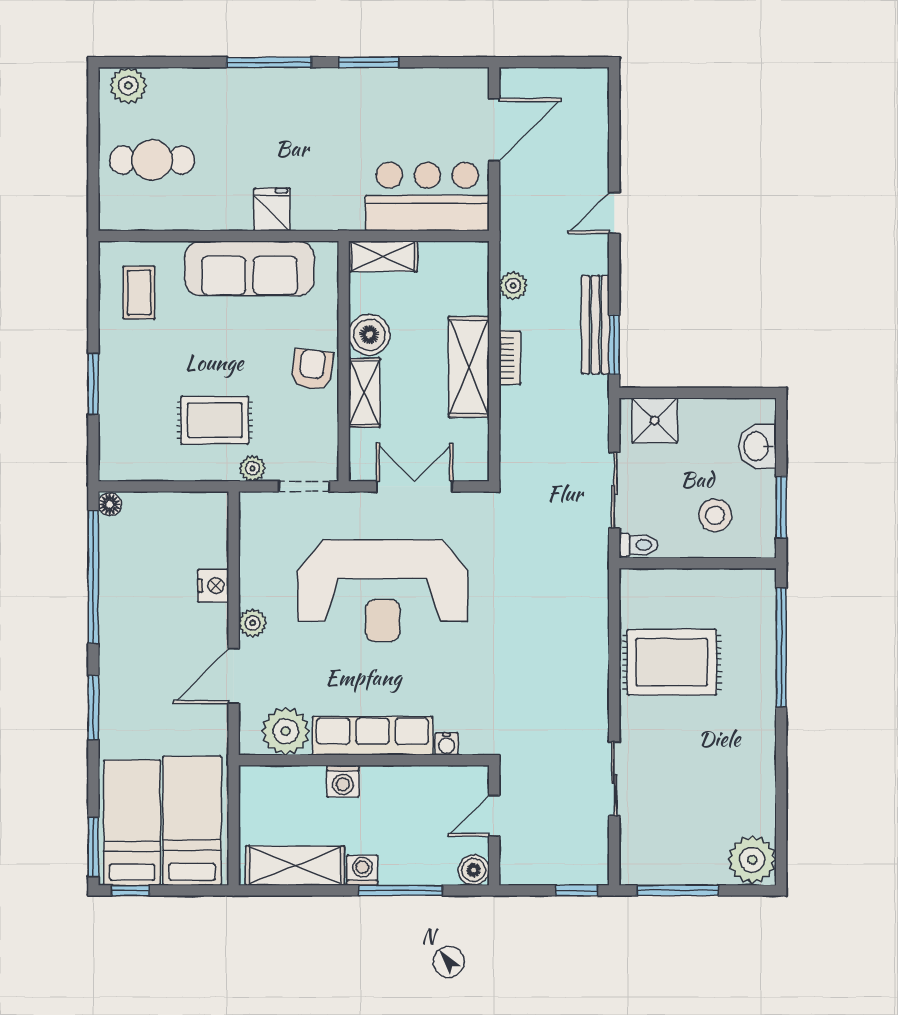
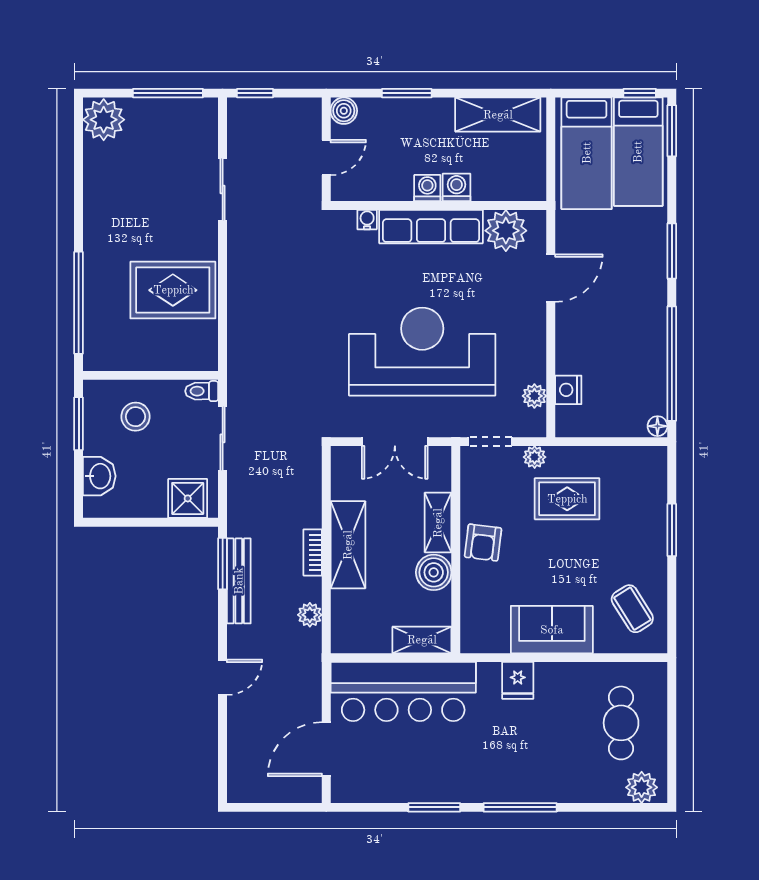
cafe table: (152, 160) -> (621, 723), turned 90
bar counter: (427, 197) -> (403, 692), width x1.36
sofa: (249, 268) -> (552, 630), width x0.73
coffee table: (139, 293) -> (632, 609), turned -32
nightstand: (213, 586) -> (568, 390), moved
plant: (253, 623) -> (534, 396), moved
washing machine: (362, 870) -> (427, 188), moved, turned 180
window: (401, 890) -> (407, 93), width x0.69

